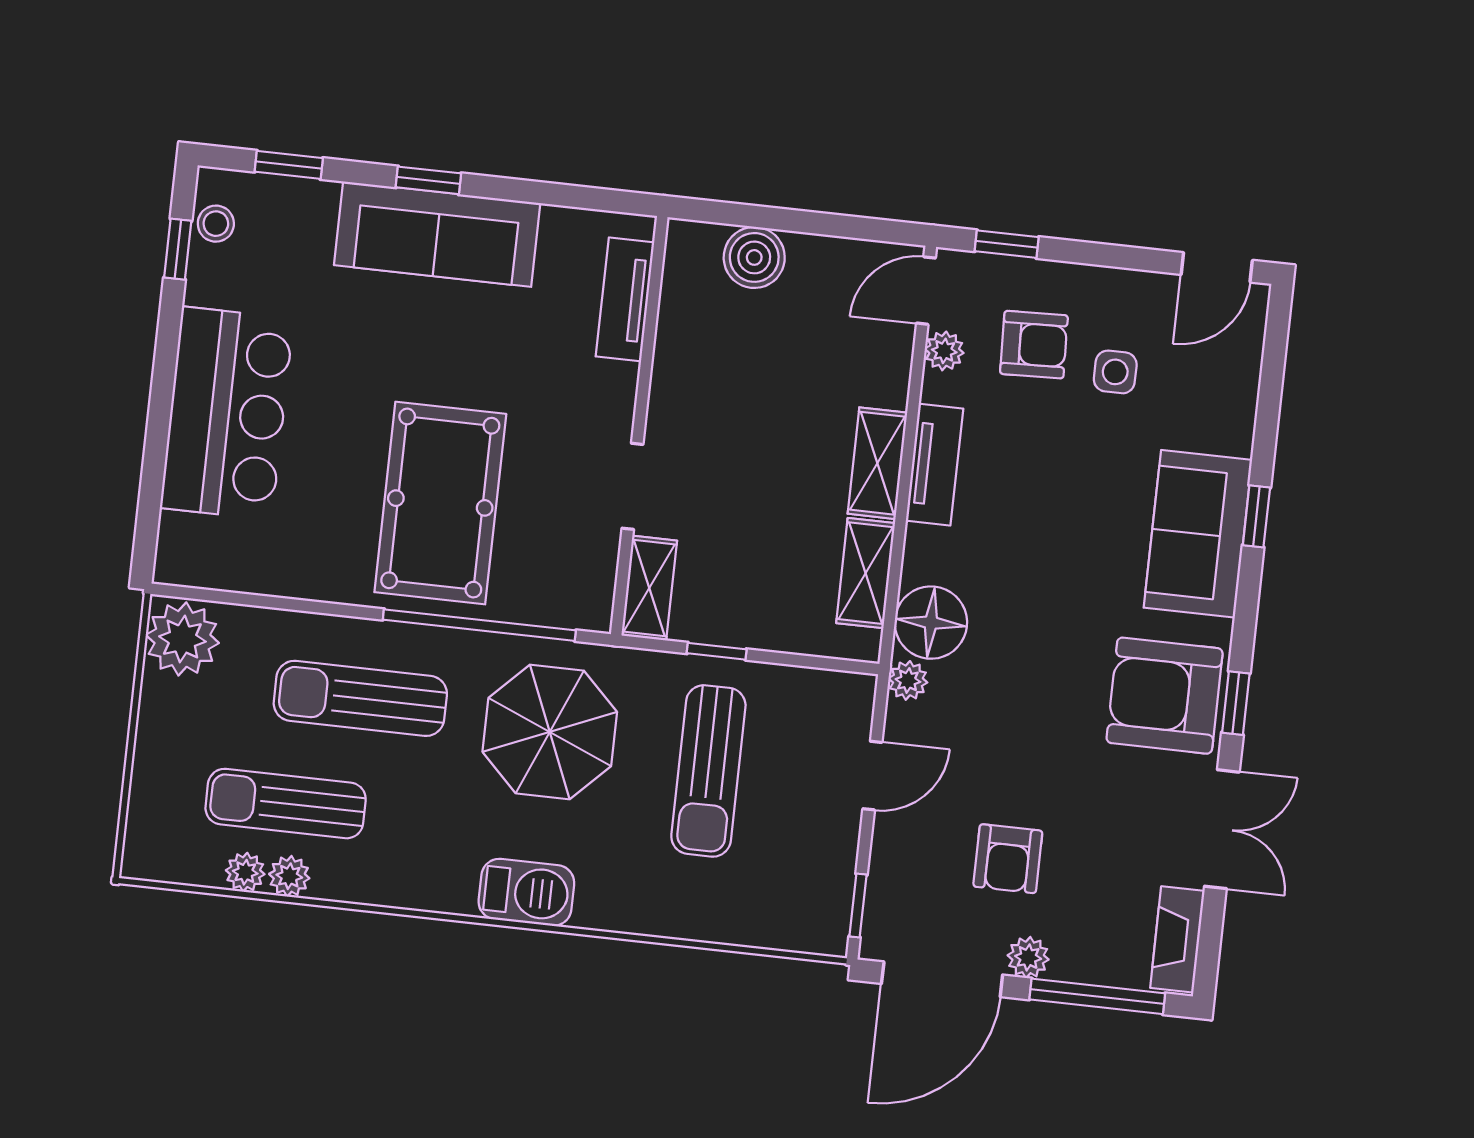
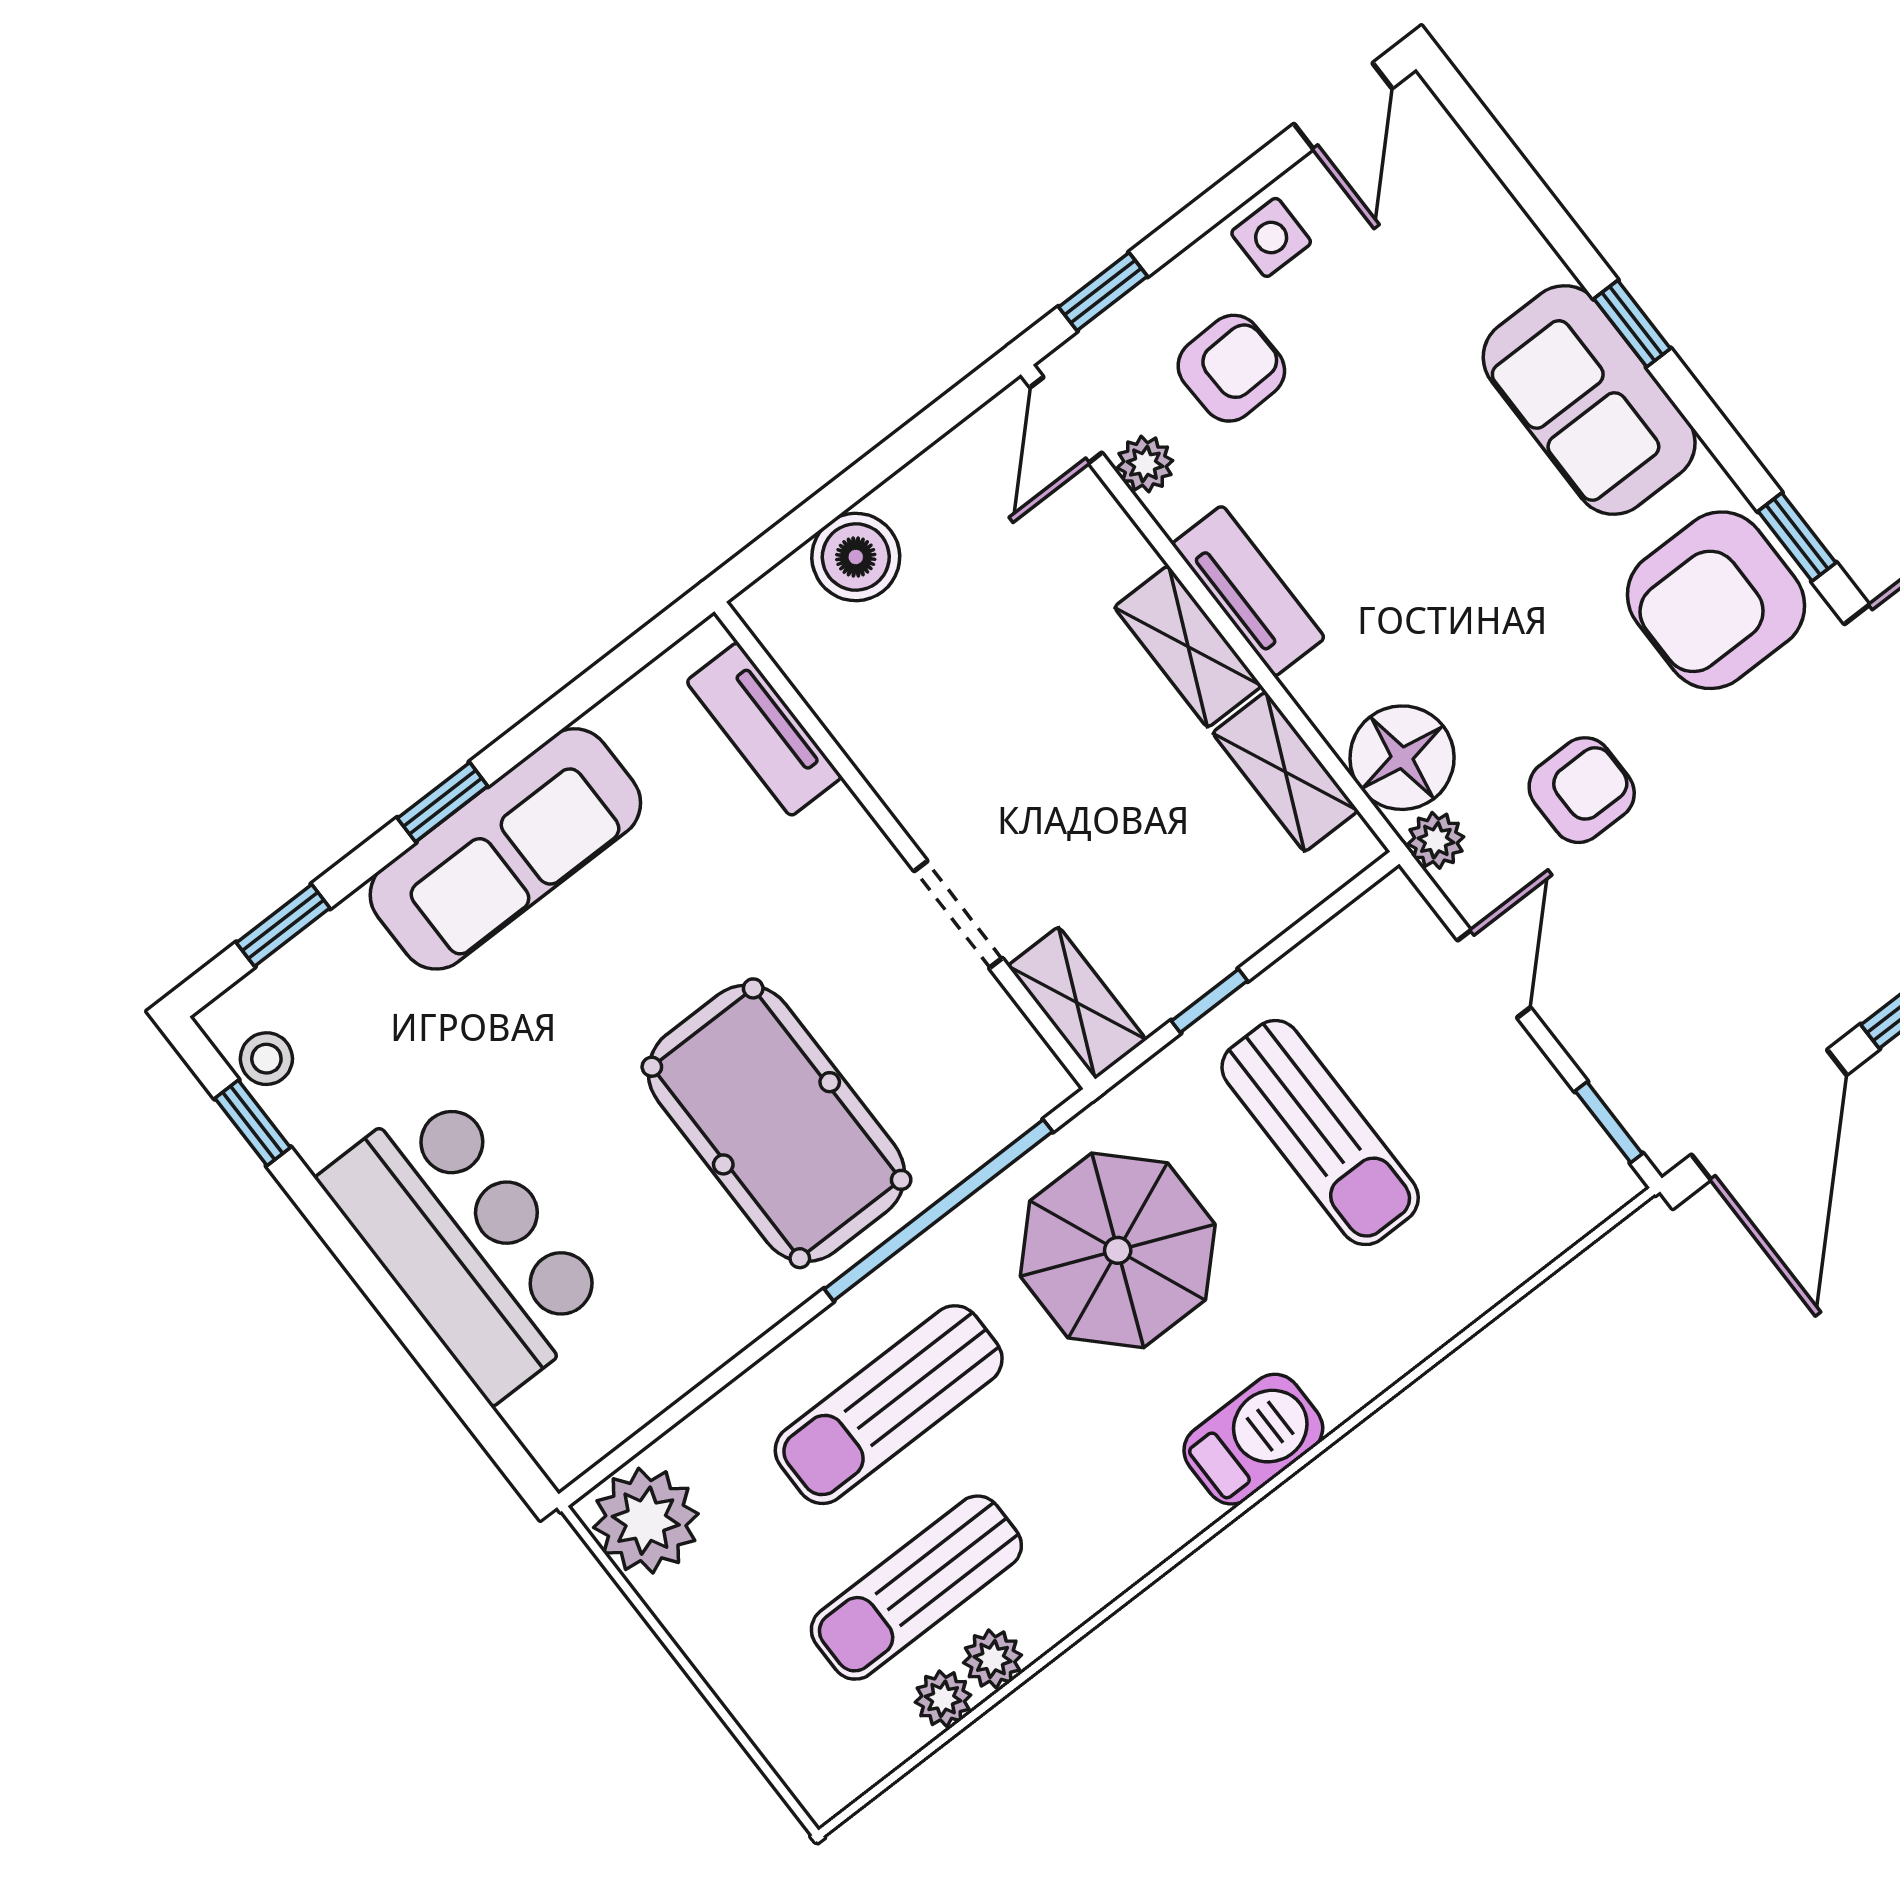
side table: (1115, 372) -> (1271, 237), moved
armchair: (1008, 859) -> (1582, 790), moved, turned -90
plant: (1028, 957) -> (1836, 1006), removed

